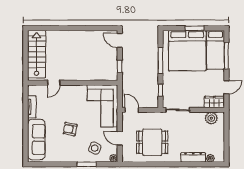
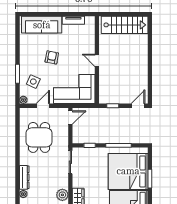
door: (54, 83) -> (97, 60), moved

